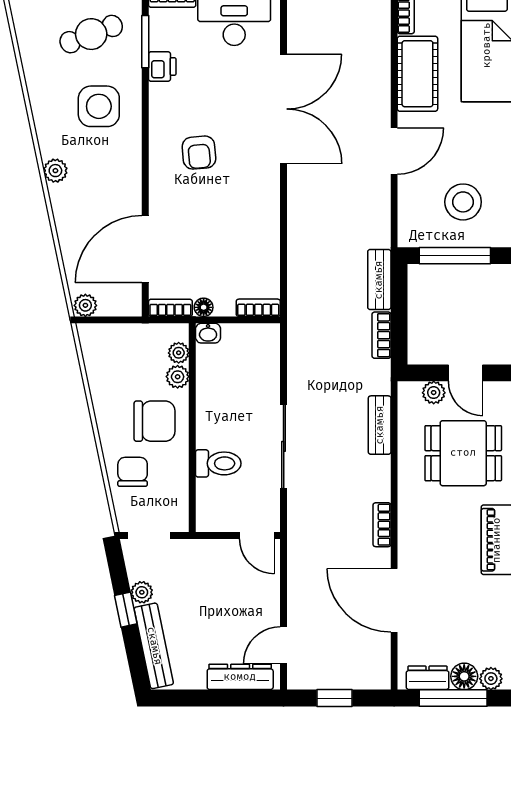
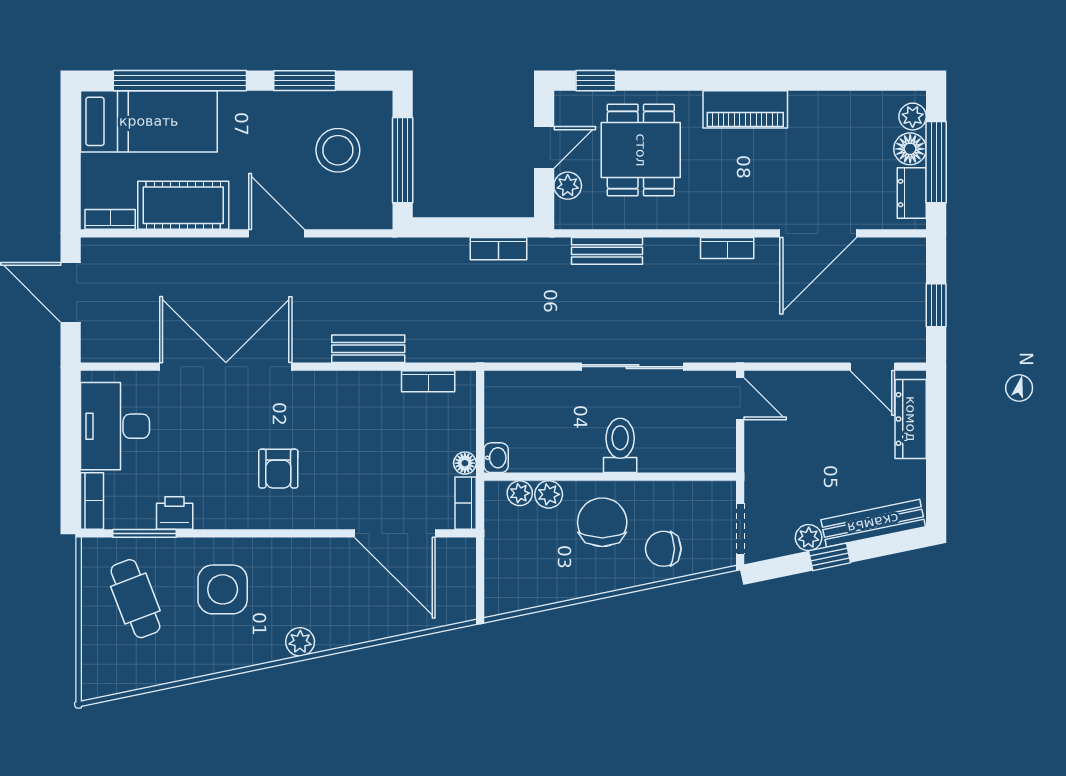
armchair: (199, 153) -> (278, 469), turned 95
bench: (379, 280) -> (368, 349), moved
plant: (85, 305) -> (462, 606), removed
bookcase: (258, 308) -> (428, 381), moved, turned -90
toilet: (218, 463) -> (620, 445), moved
door: (257, 535) -> (740, 399), hinge flipped

